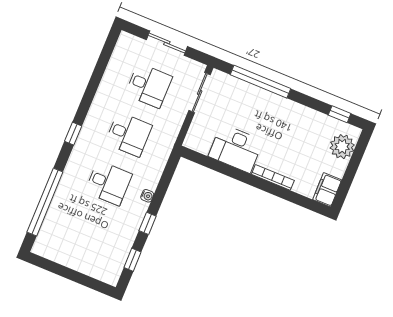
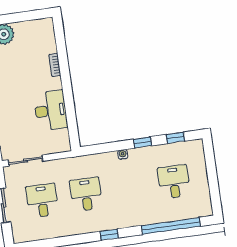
bookcase: (273, 177) -> (55, 65), width x0.64
desk: (108, 183) -> (174, 182), moved
filing cabinet: (327, 190) -> (41, 27), removed

